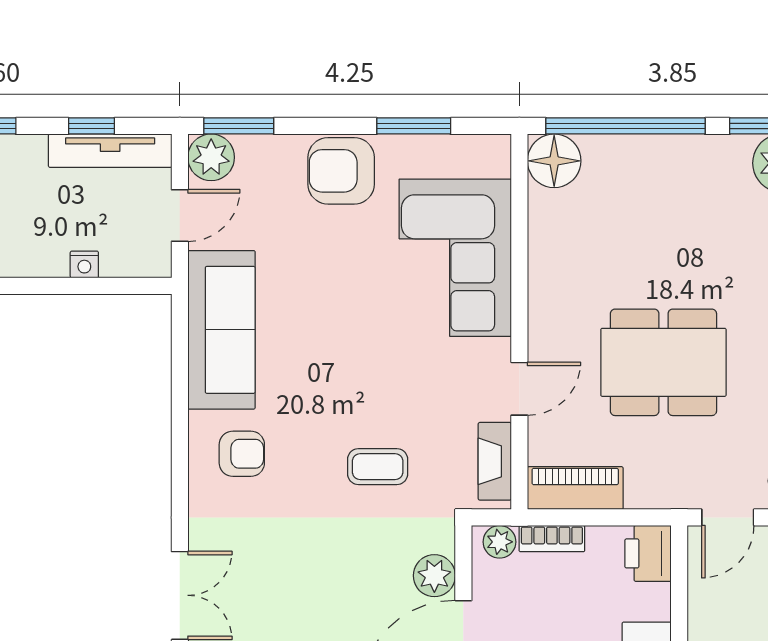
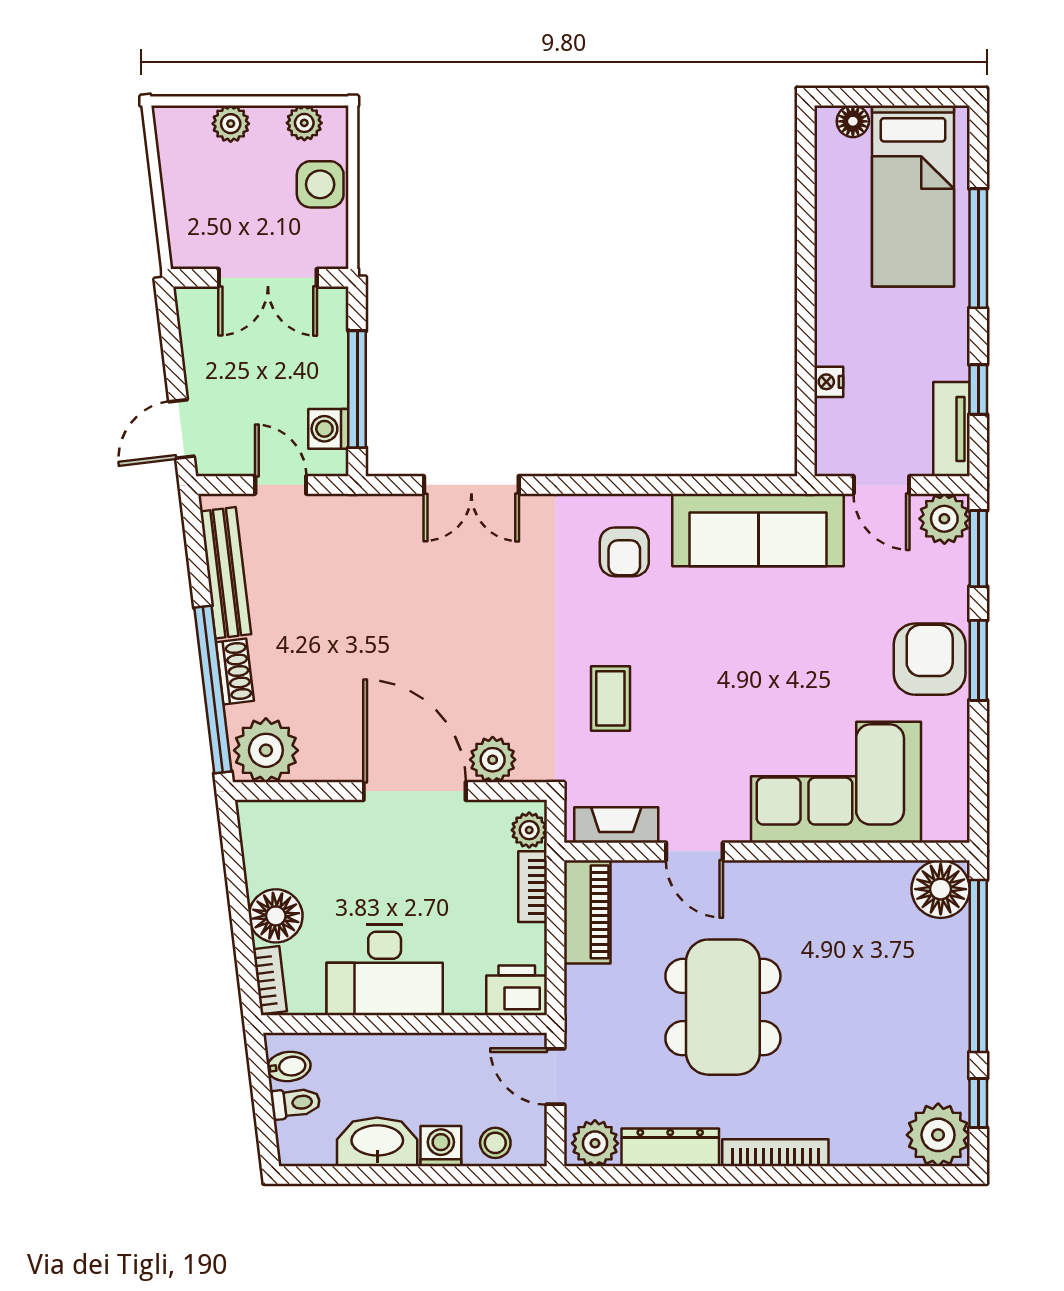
window: (414, 126) -> (978, 660), moved
tv unit: (110, 151) -> (951, 429), width x0.71

